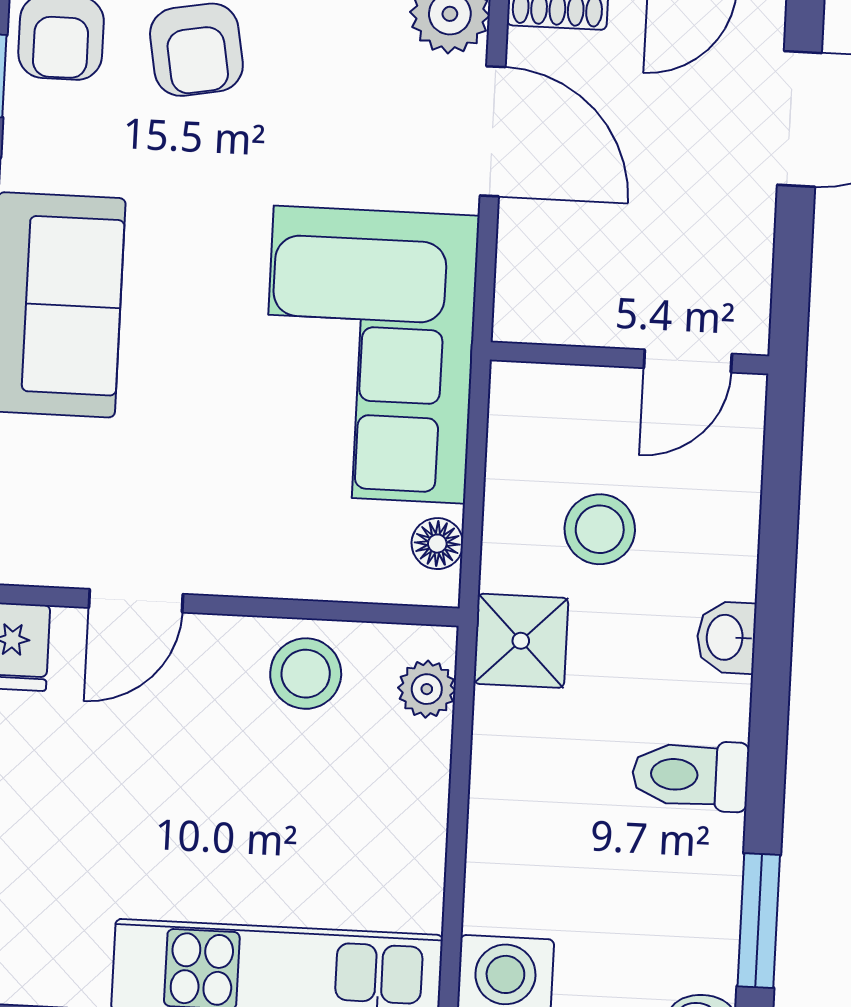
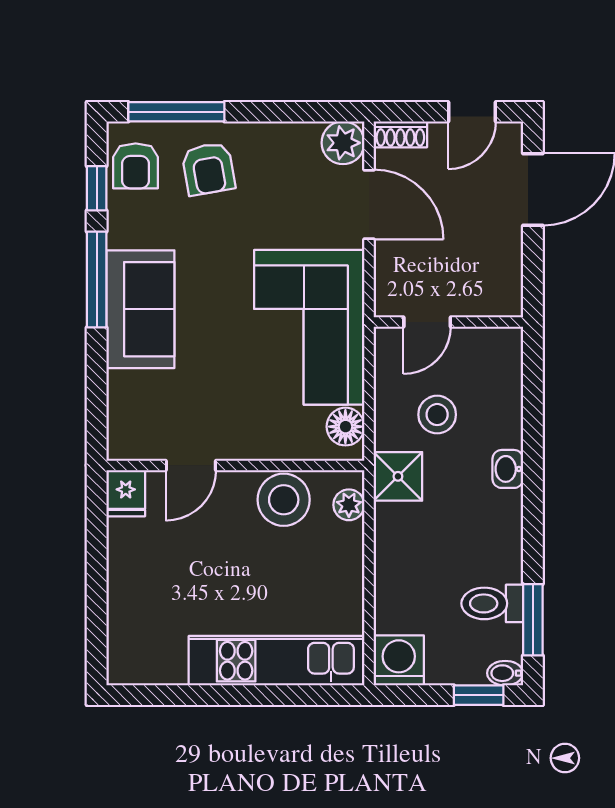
door: (688, 361) -> (427, 322), moved
floor lamp: (437, 544) -> (345, 427), width x1.37, depth x1.37
stool: (306, 674) -> (284, 500), width x1.38, depth x1.38
toilet: (690, 775) -> (492, 603), moved

